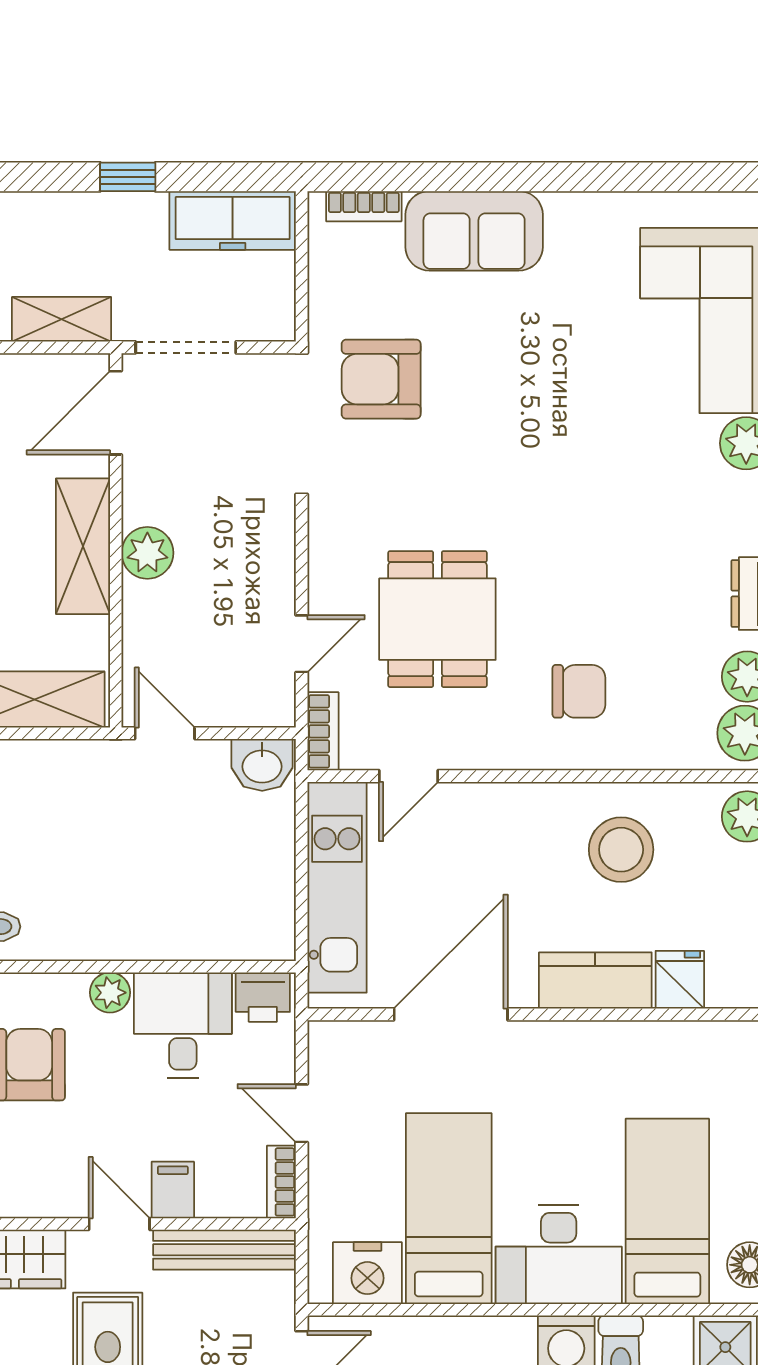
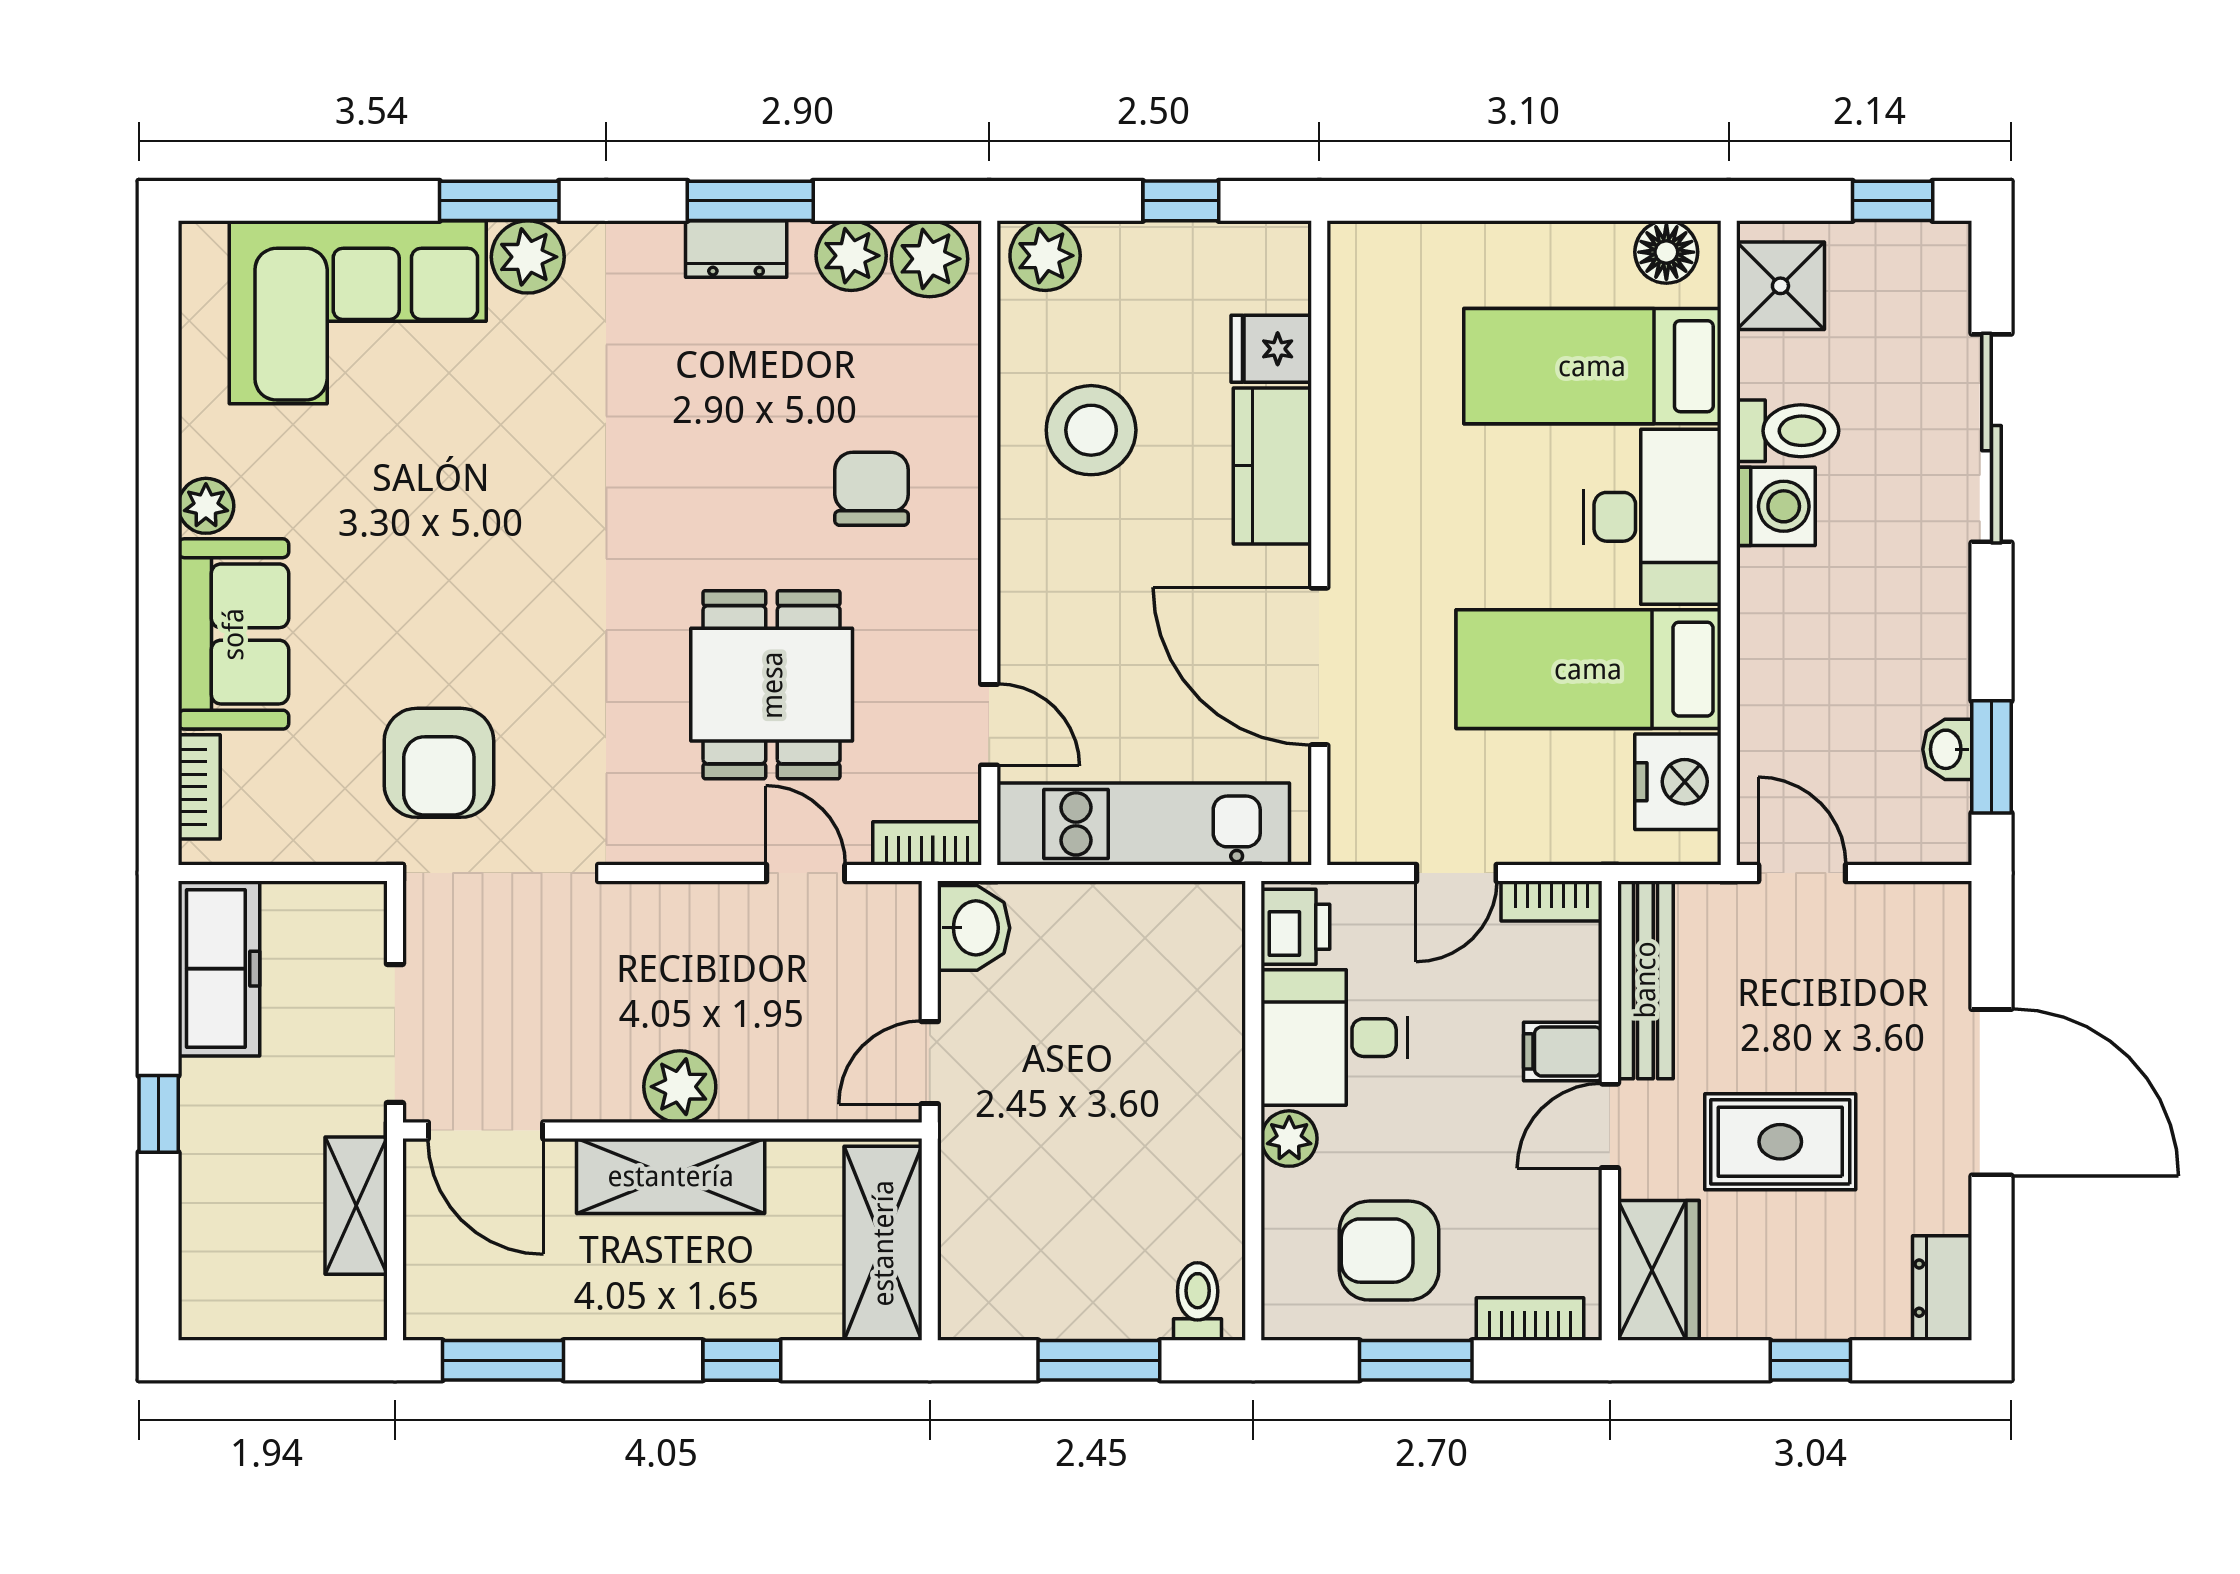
plant: (567, 211) -> (206, 506), added
dining table: (437, 619) -> (772, 685), turned 90

